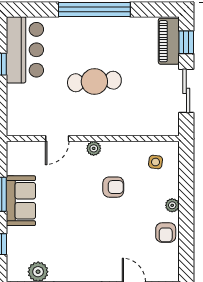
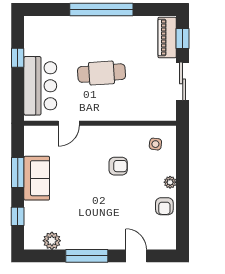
bar counter: (25, 50) -> (40, 86), moved
plant: (94, 148) -> (101, 132), removed

